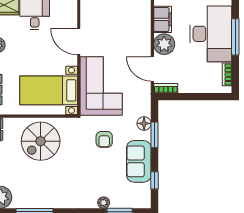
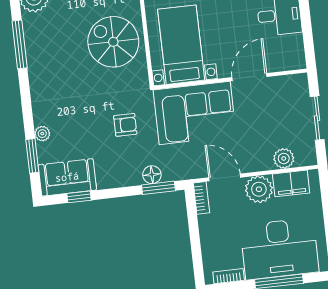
plant: (143, 23) -> (284, 158), added
door: (152, 69) -> (225, 177), hinge flipped
window: (154, 135) -> (158, 188), moved
armchair: (104, 139) -> (125, 125), turned 180
sofa: (139, 161) -> (67, 177), moved

